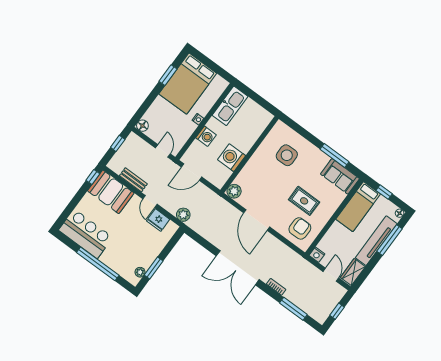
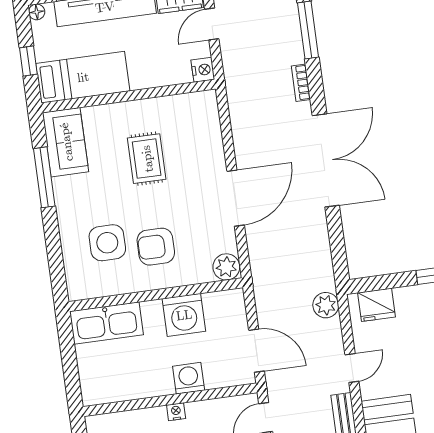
kitchen sink: (230, 106) -> (107, 323), moved, turned 180
fridge: (158, 220) -> (377, 305), moved, turned 90
armchair: (300, 228) -> (156, 247), moved

